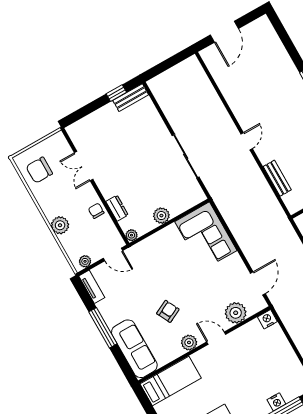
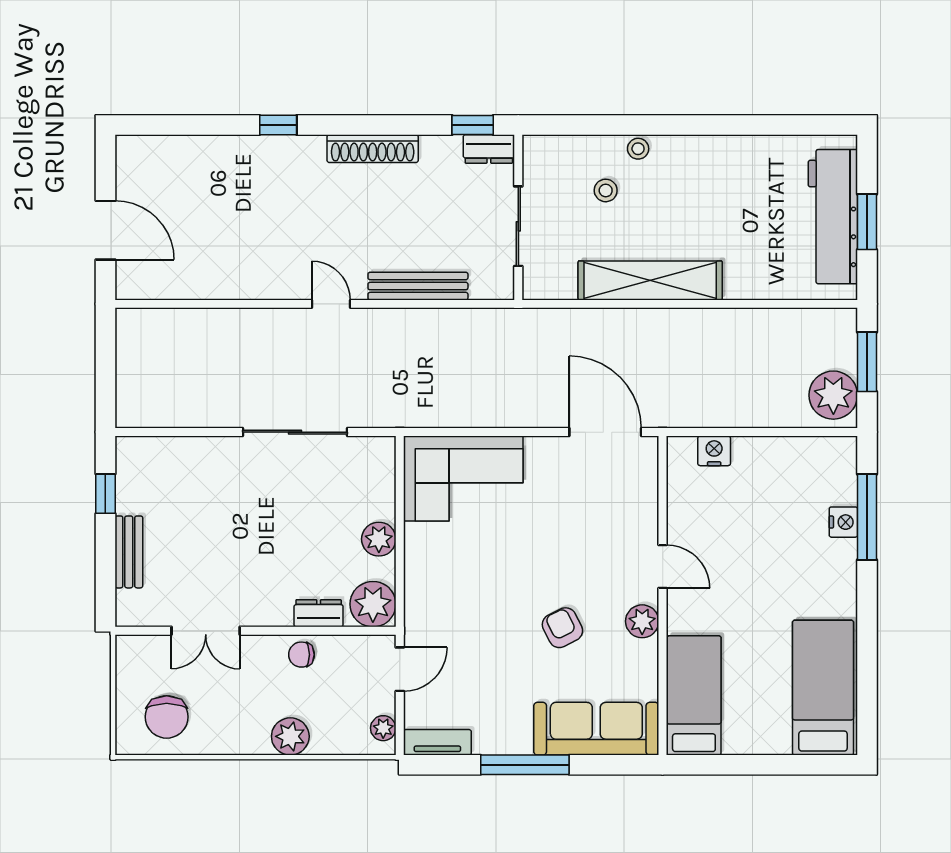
bench: (131, 98) -> (129, 552), moved
bench: (277, 178) -> (418, 286), width x1.36
plant: (132, 235) -> (373, 604), width x1.87, depth x1.87
door: (258, 283) -> (605, 432), width x1.36
plant: (236, 313) -> (636, 504), removed
nightstand: (267, 319) -> (714, 451), moved, turned 90
door: (216, 338) -> (663, 566), swing flipped

